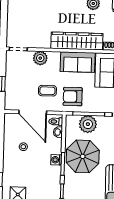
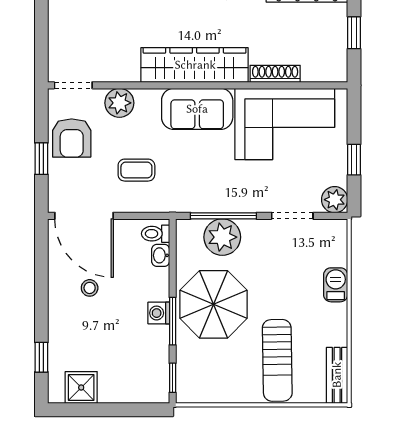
armchair: (73, 97) -> (72, 138), moved, turned -90
door: (33, 112) -> (84, 216), moved

